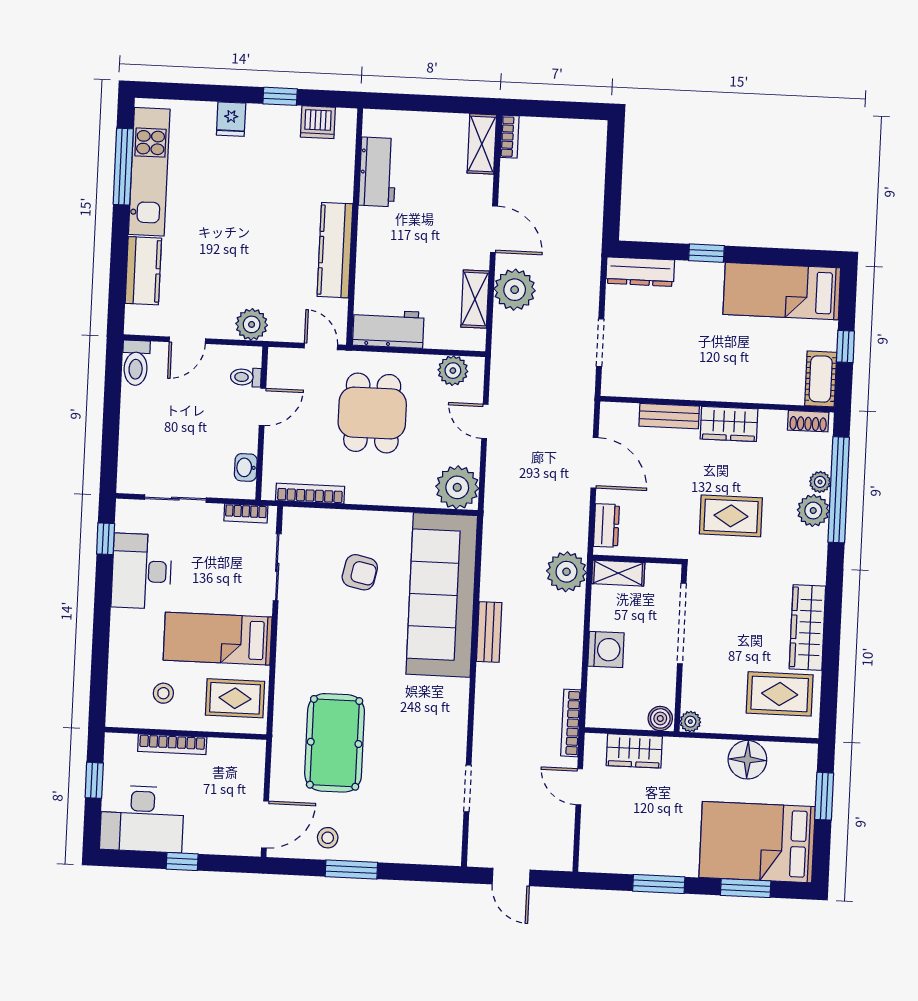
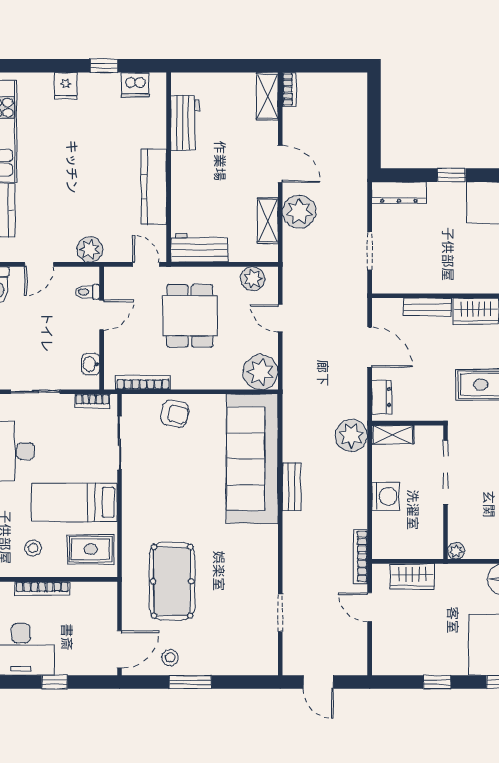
armchair: (360, 572) -> (175, 414), moved
boiler: (660, 718) -> (432, 549), removed
window: (659, 884) -> (437, 682), width x0.67

